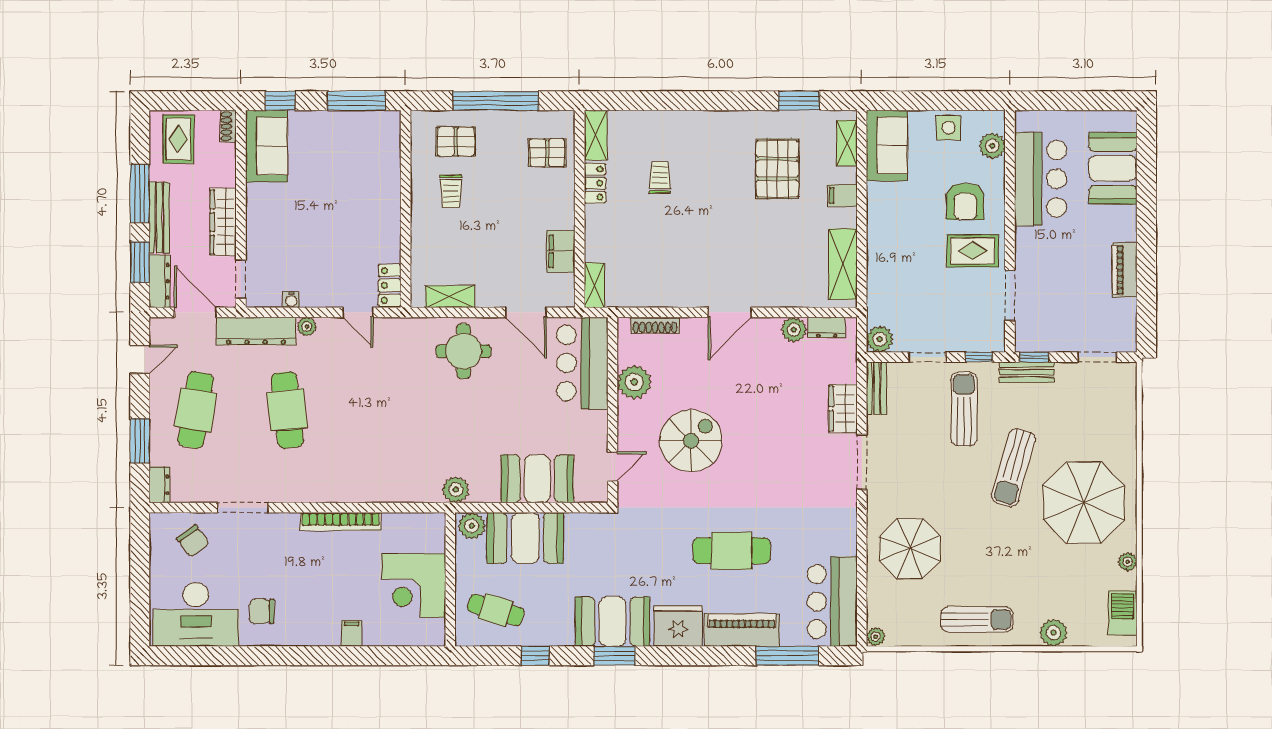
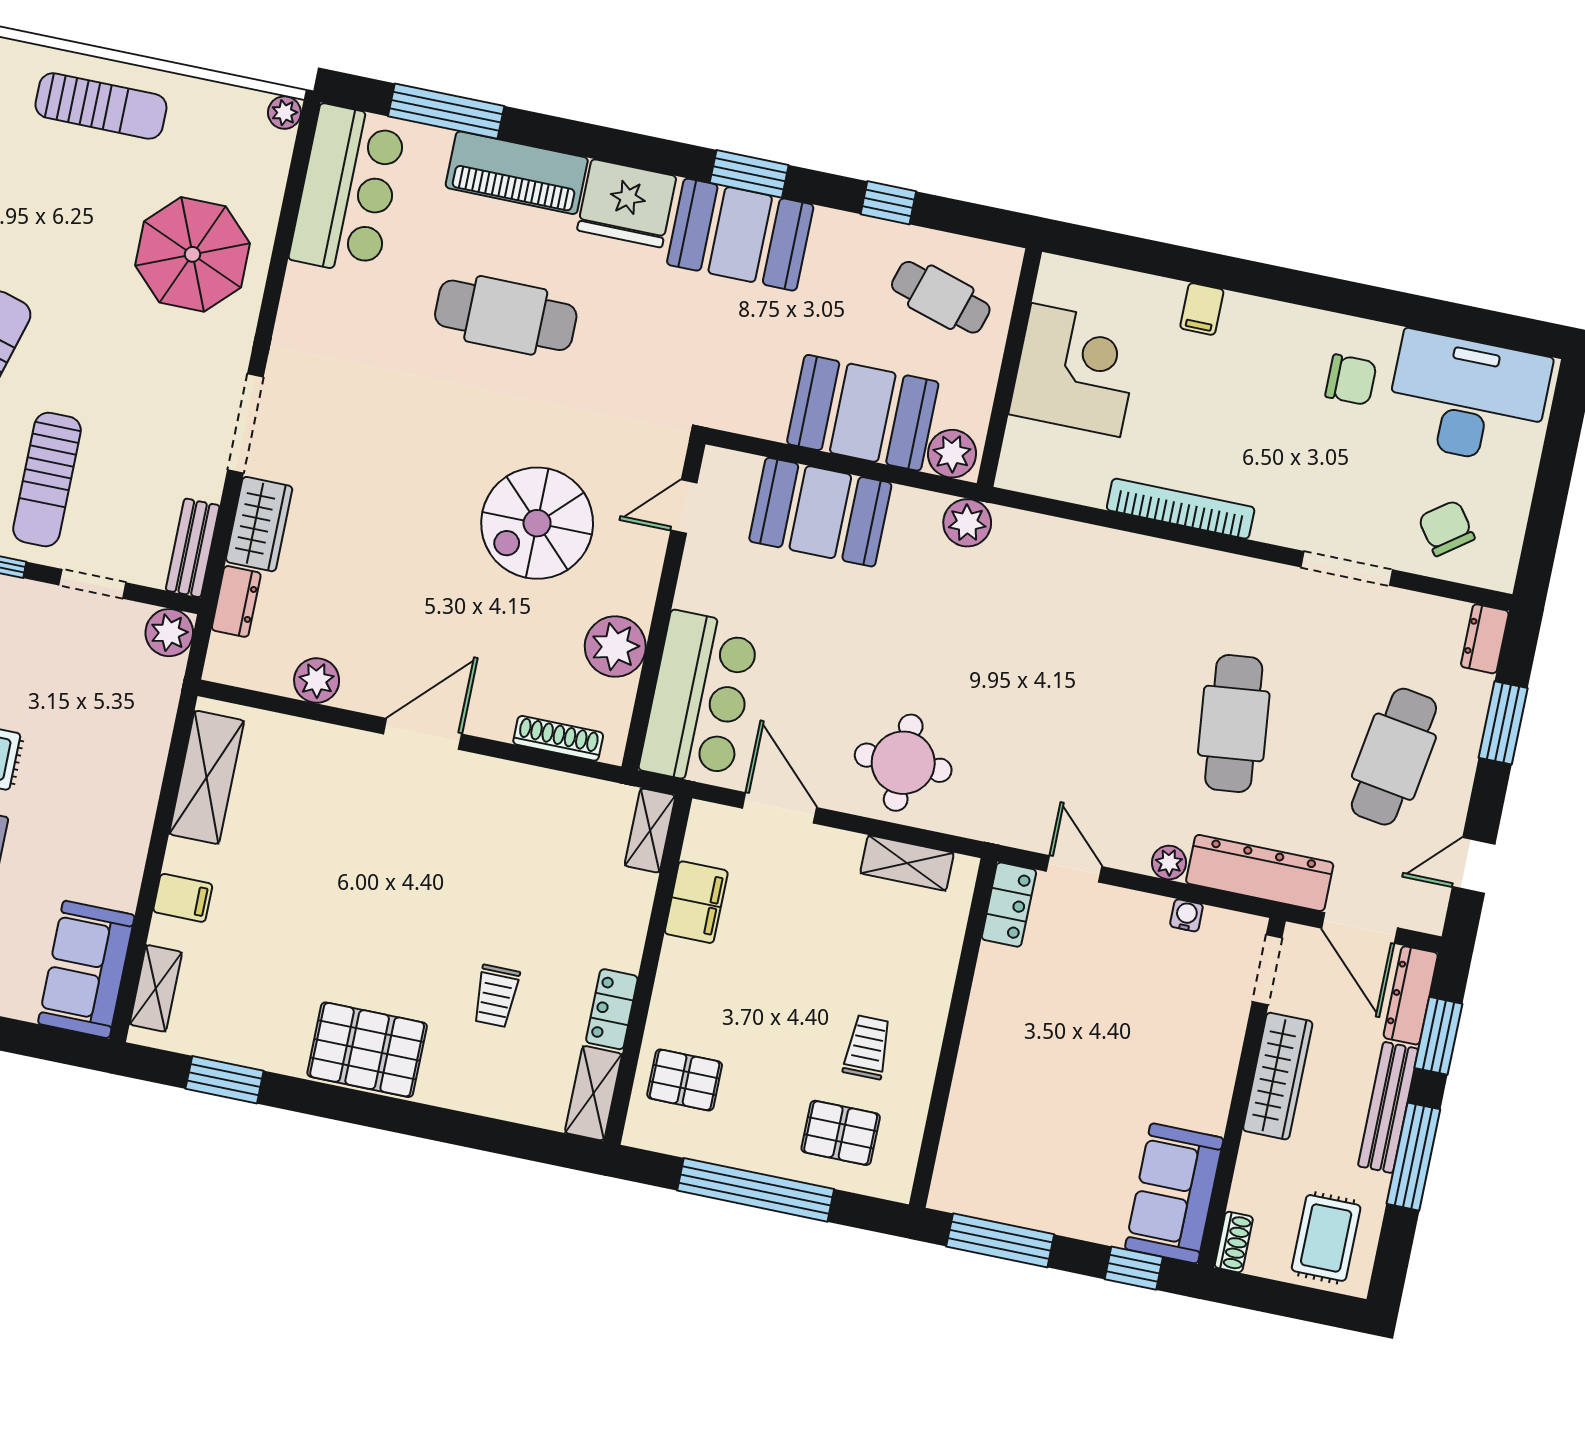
pallet: (777, 169) -> (367, 1050), moved, turned 90
dresser: (827, 328) -> (236, 601), moved, turned 90
sun lounger: (977, 619) -> (101, 106), turned 180

